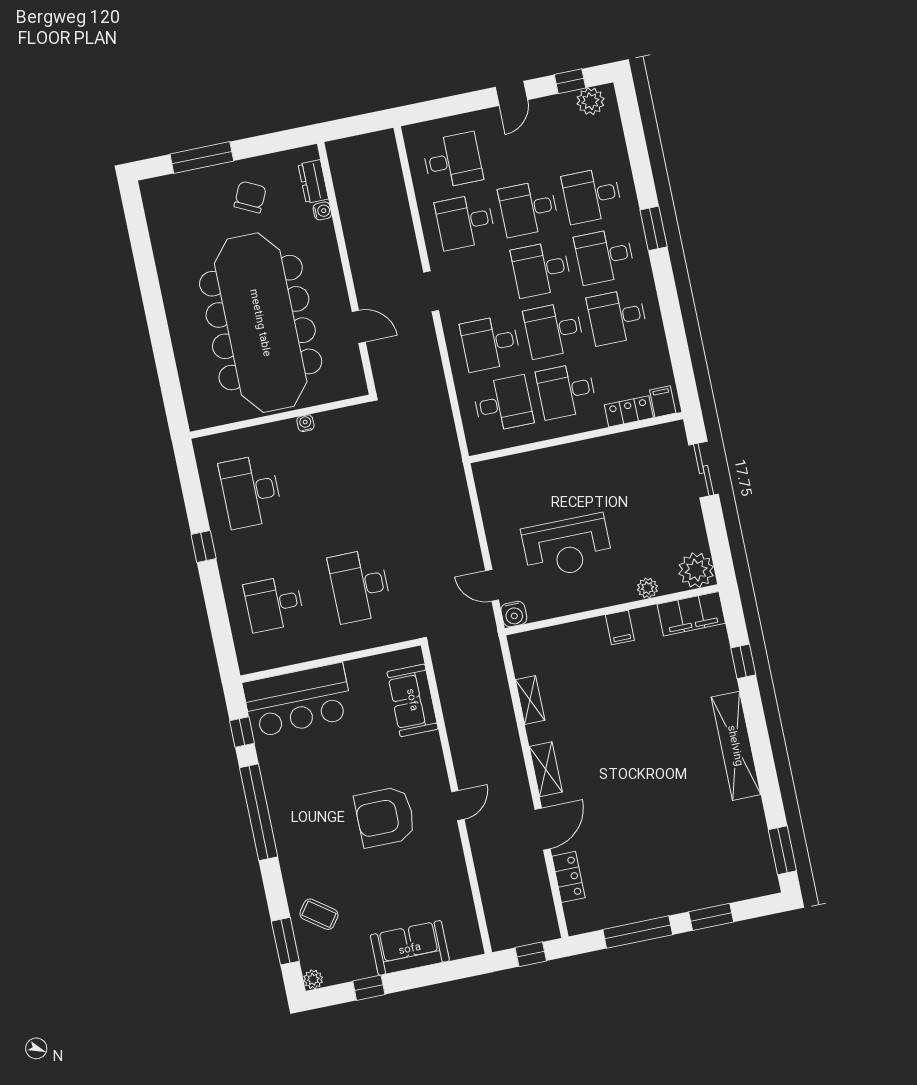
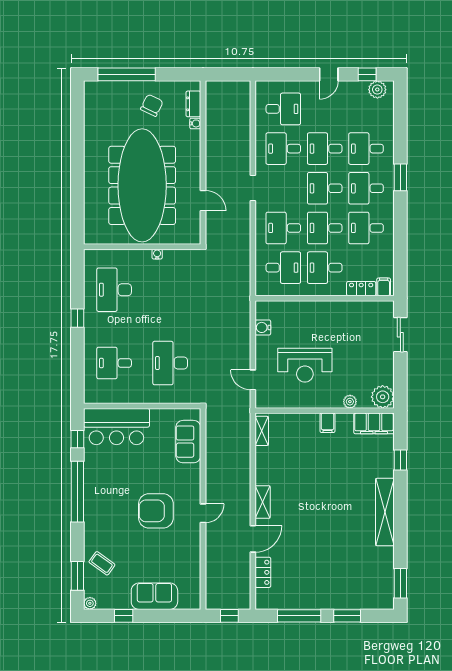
window: (202, 158) -> (127, 74), width x1.46
water cooler: (514, 614) -> (263, 327), moved, turned 90
shelving: (530, 700) -> (262, 431), moved

